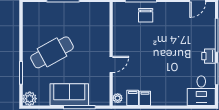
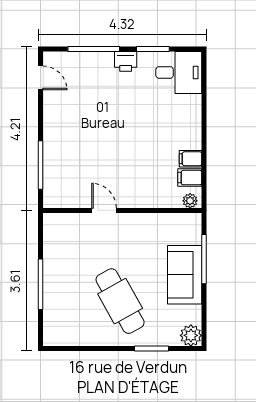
chair: (146, 15) -> (63, 158), removed
door: (111, 64) -> (104, 210), moved

